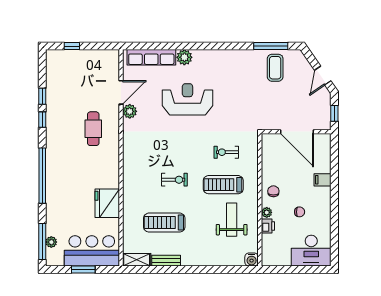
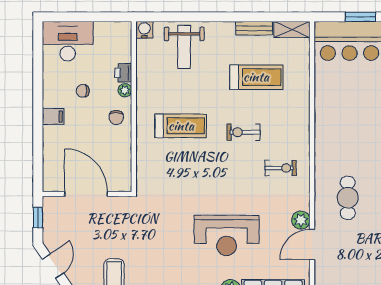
exercise bike: (226, 152) -> (281, 168), moved
filing cabinet: (323, 180) -> (53, 117), moved
fridge: (107, 203) -> (330, 102), removed
weight bench: (232, 220) -> (184, 47), moved

